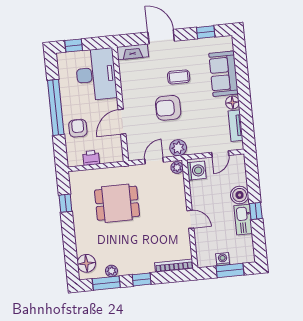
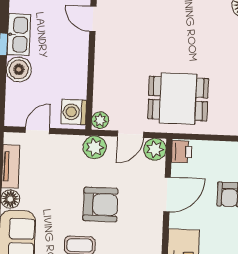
plant: (135, 152) -> (155, 149), added
printer: (91, 158) -> (182, 152), moved, turned -90
dining table: (117, 203) -> (178, 99), moved
door: (190, 219) -> (93, 19), moved

